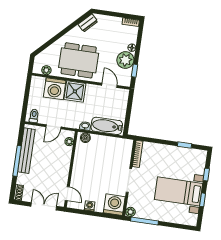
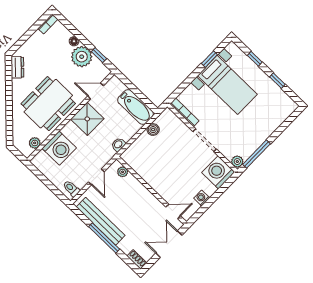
shower: (75, 91) -> (87, 119), moved
bathtub: (107, 126) -> (136, 107), moved, turned -90
boiler: (85, 138) -> (153, 130), moved
bed with nightstands: (178, 191) -> (227, 85), moved, turned -90

